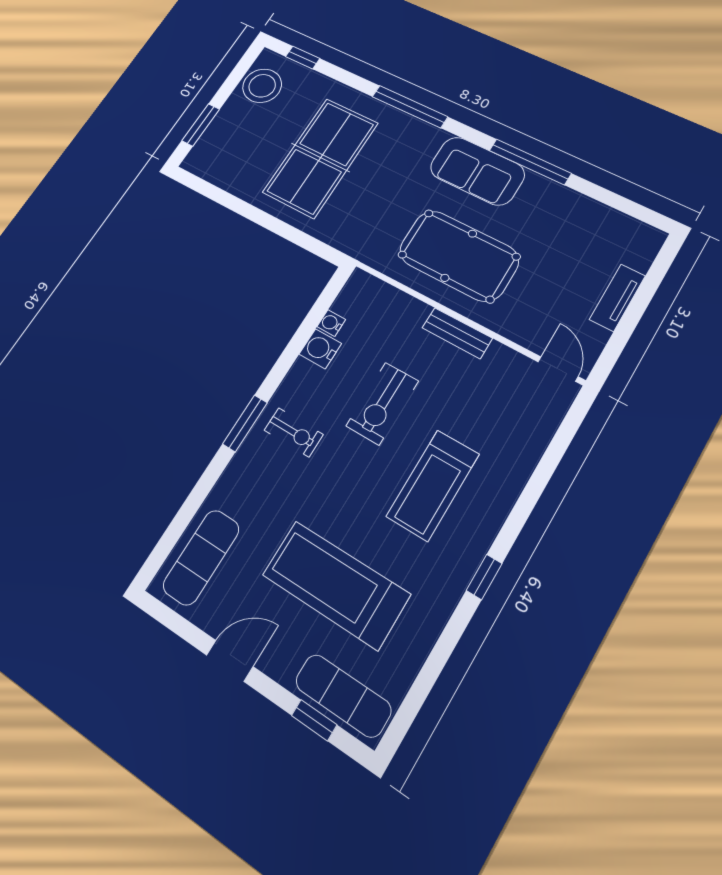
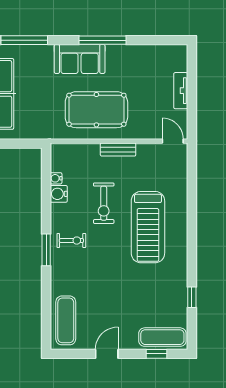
treadmill: (433, 485) -> (148, 227), width x1.37, depth x1.38
window: (484, 577) -> (192, 297), moved
treadmill: (336, 584) -> (132, 295), removed

